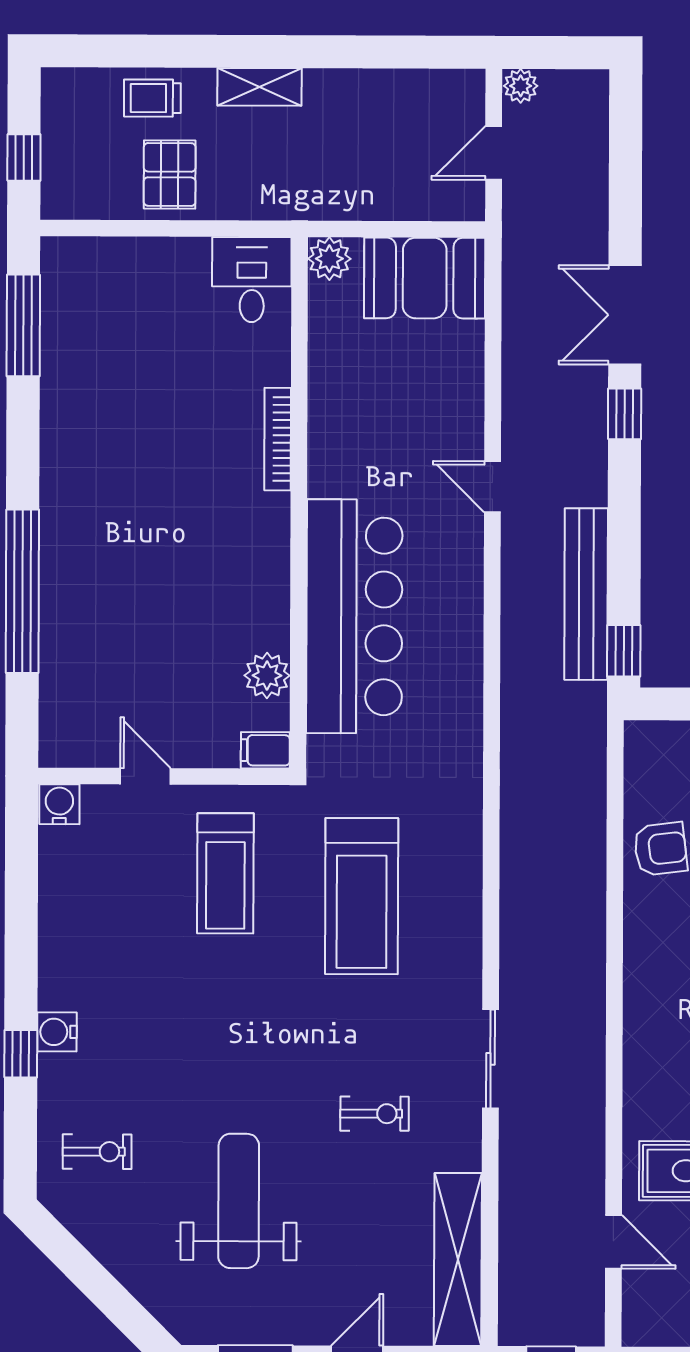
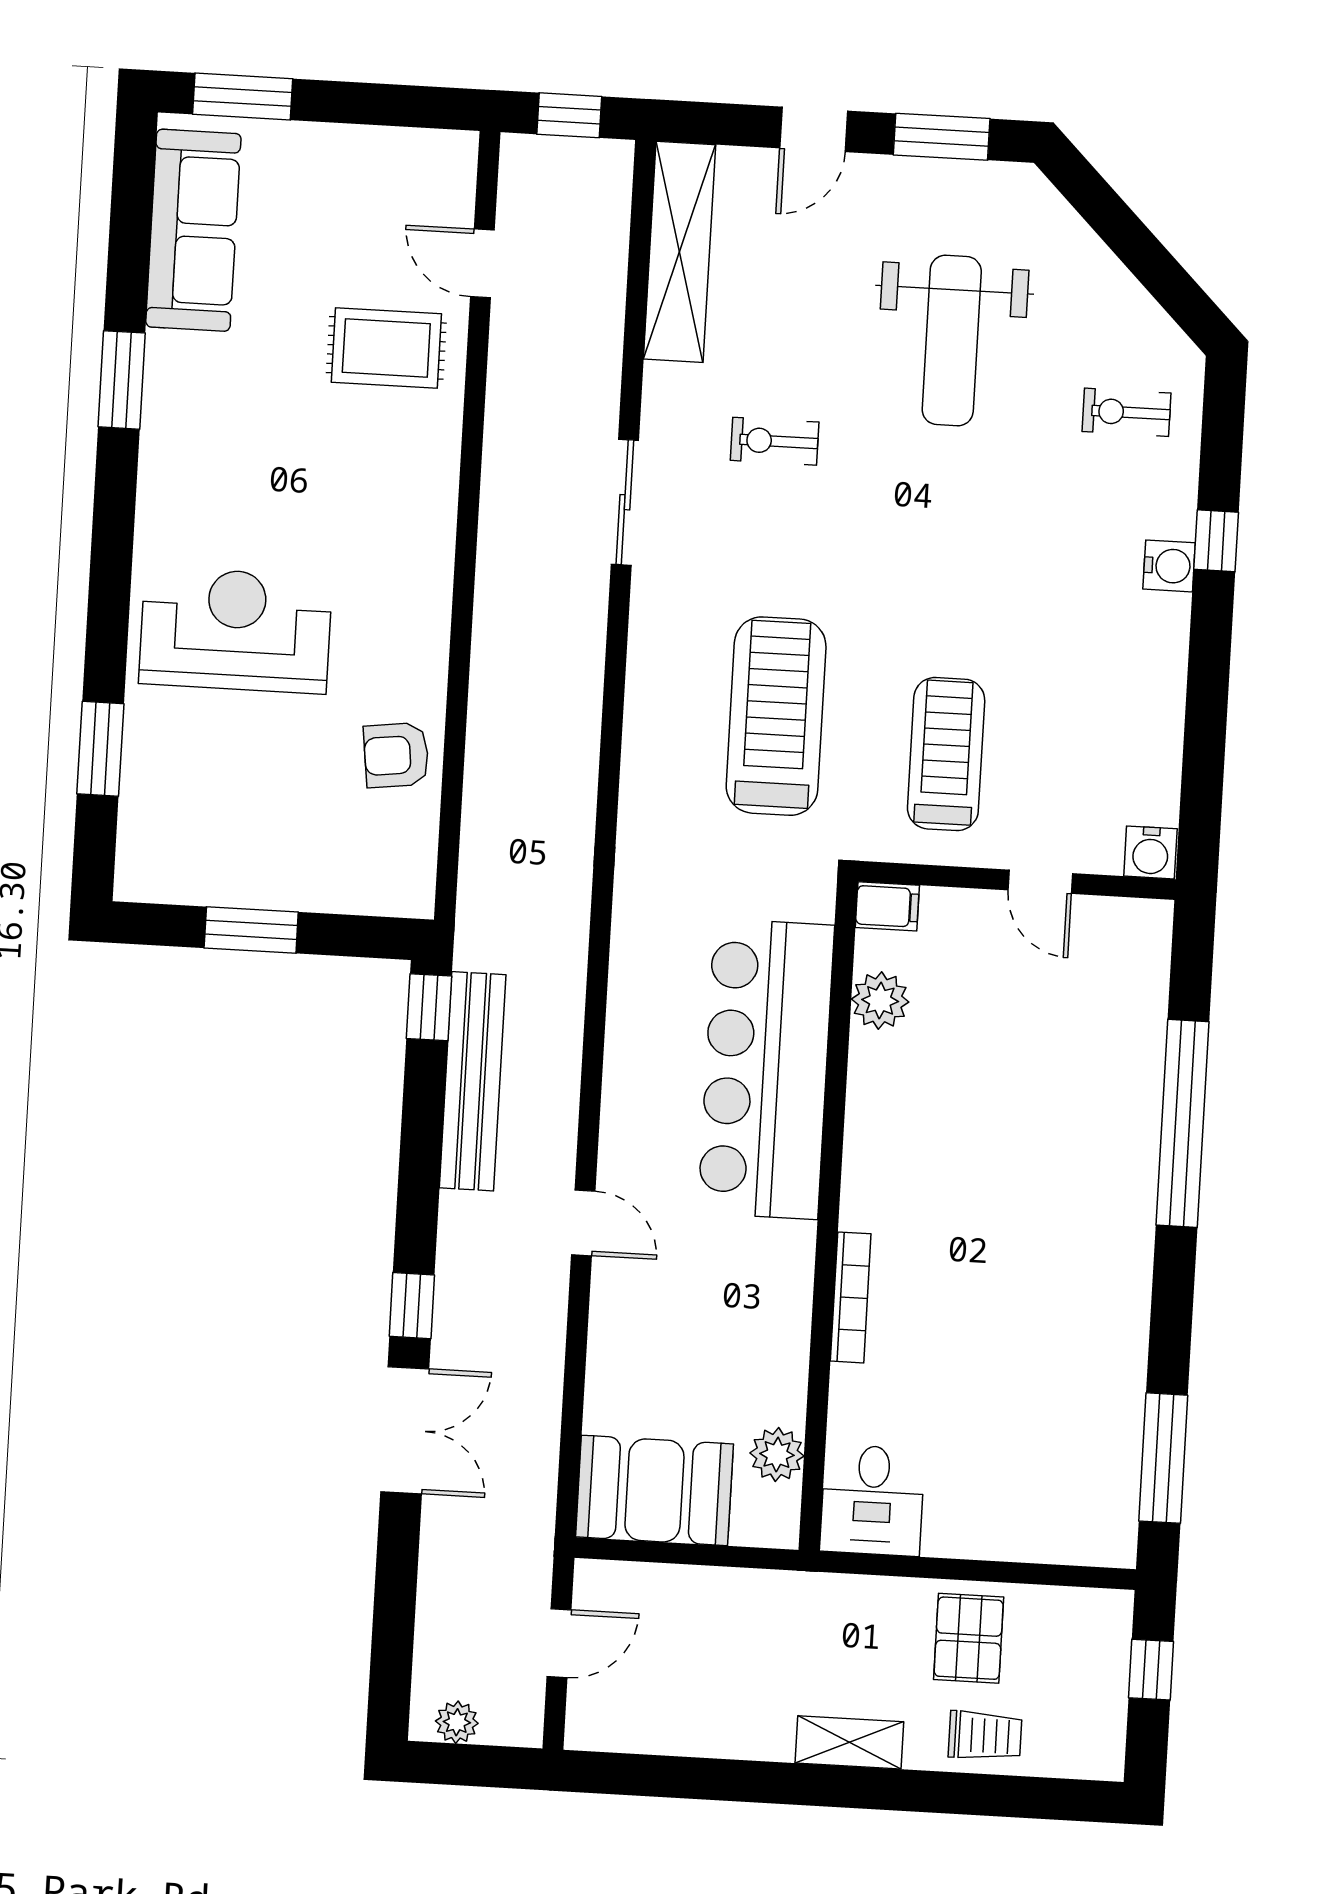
plant: (521, 86) -> (457, 1722), moved
plant: (329, 259) -> (777, 1454), moved

